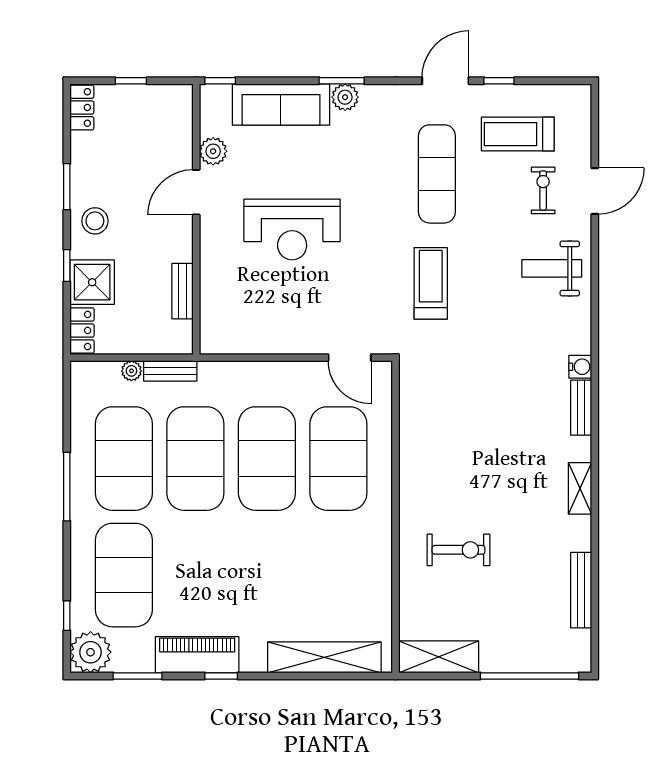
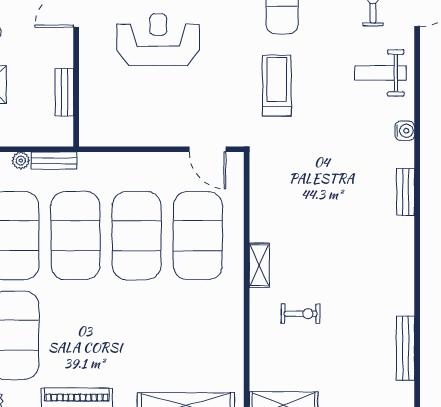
reception desk: (292, 230) -> (158, 40), turned 180
water cooler: (580, 367) -> (405, 131), moved
shelving: (580, 488) -> (259, 265), moved
exercise bike: (459, 550) -> (301, 314), width x0.73, depth x0.72

